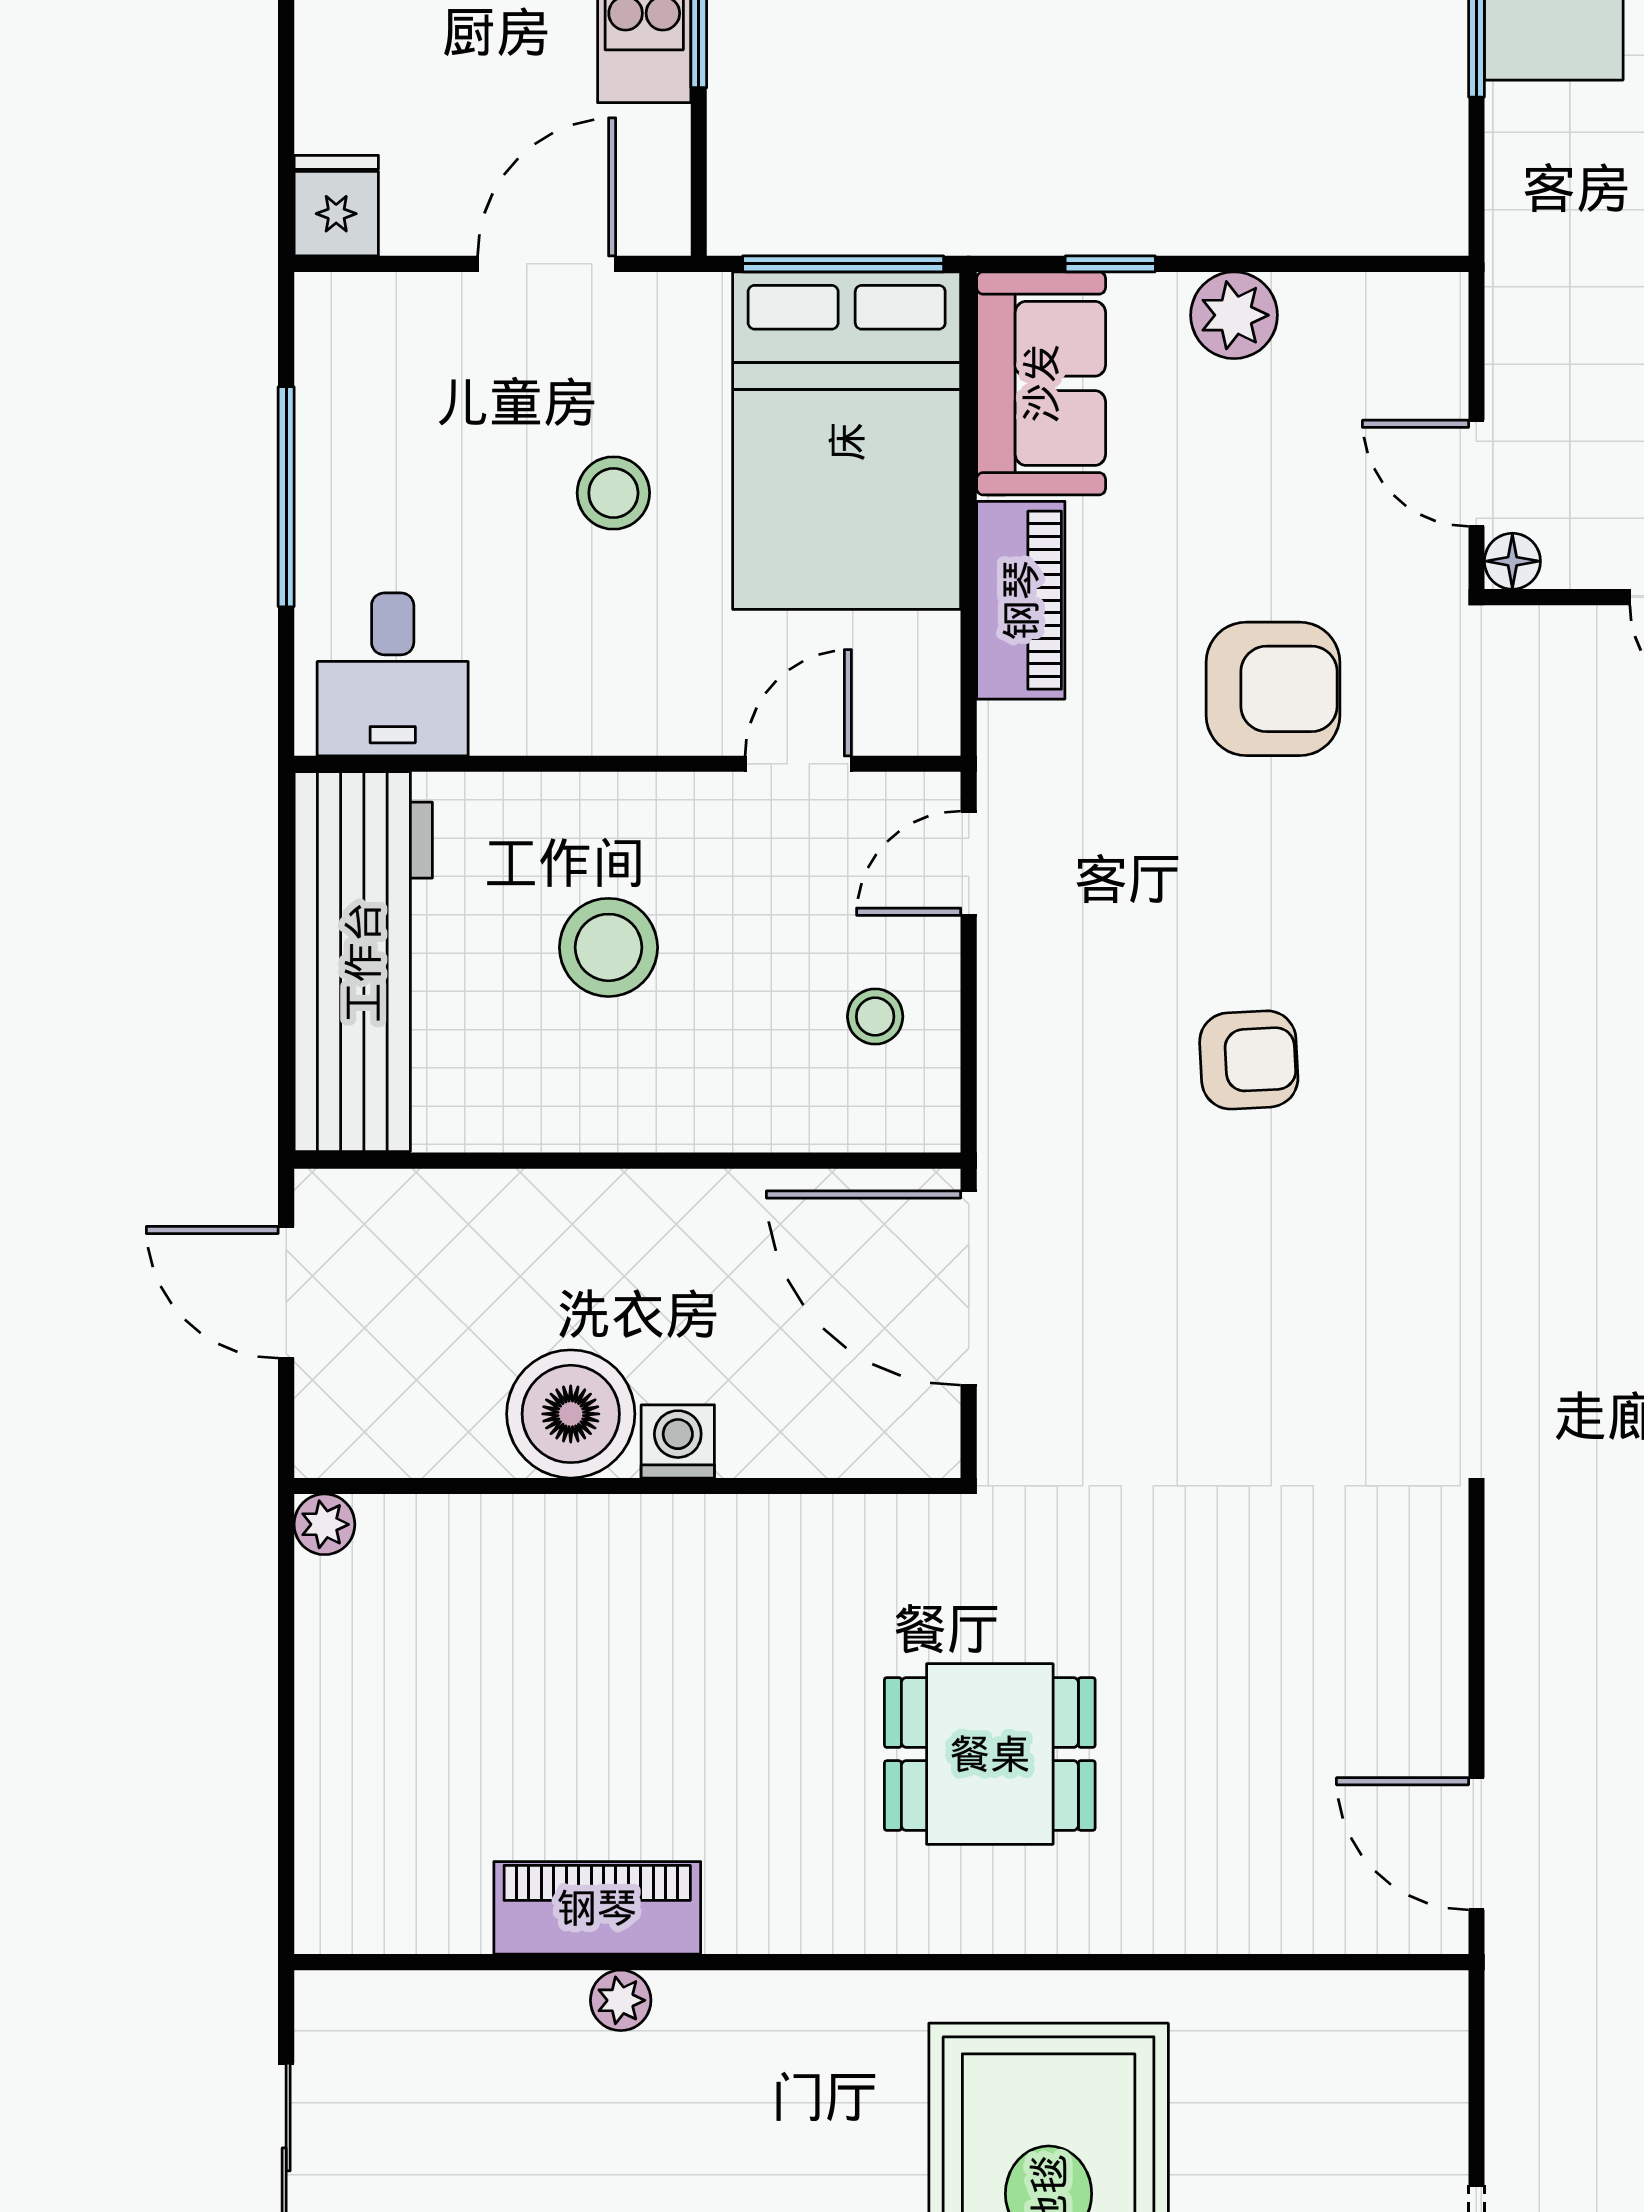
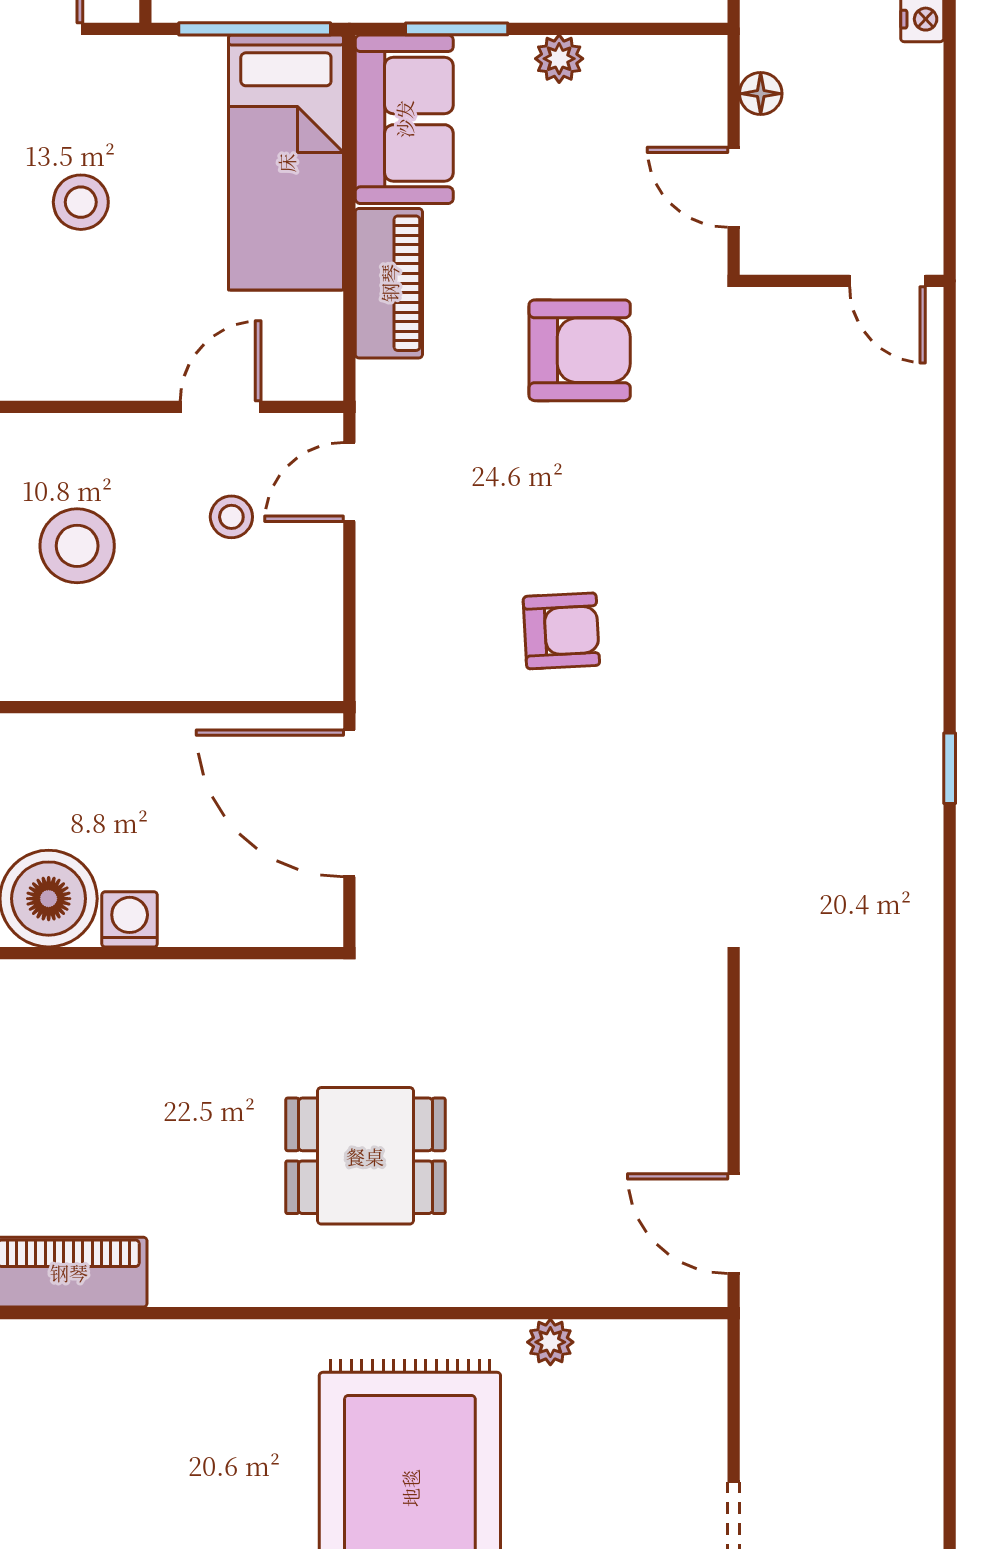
window: (1110, 264) -> (457, 29), width x1.50
plant: (1234, 315) -> (559, 59), width x0.73, depth x0.73
bed: (847, 441) -> (286, 163), width x0.67
floor lamp: (1512, 561) -> (761, 94), moved
stool: (875, 1017) -> (231, 517), moved
plant: (621, 2000) -> (550, 1342), moved

